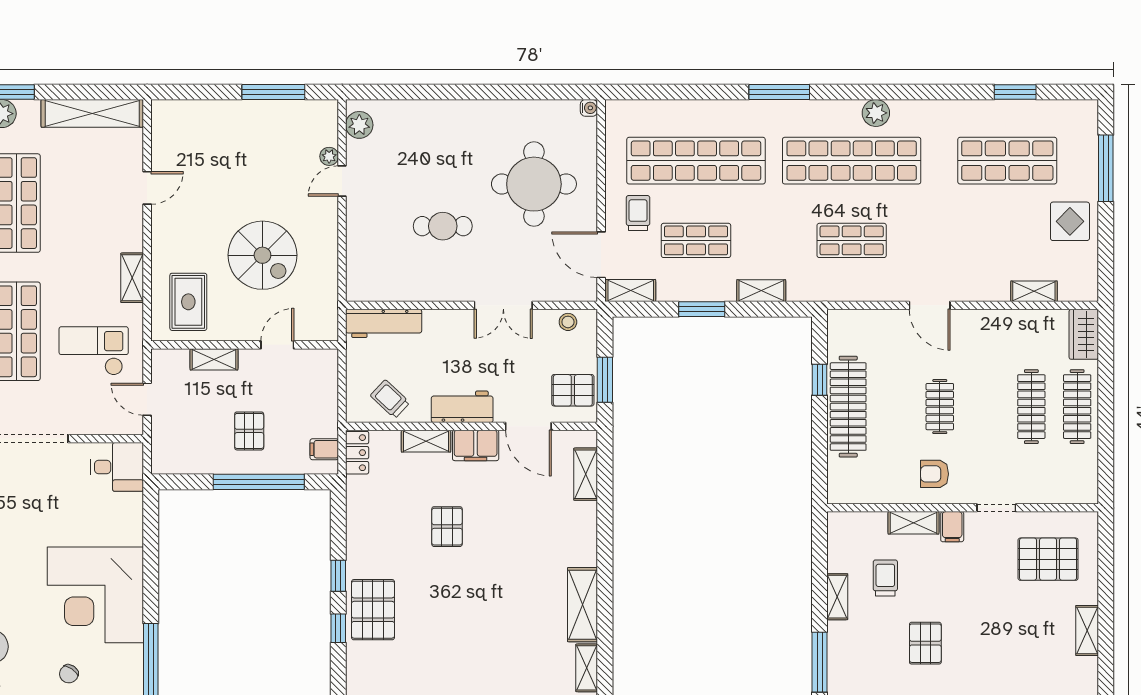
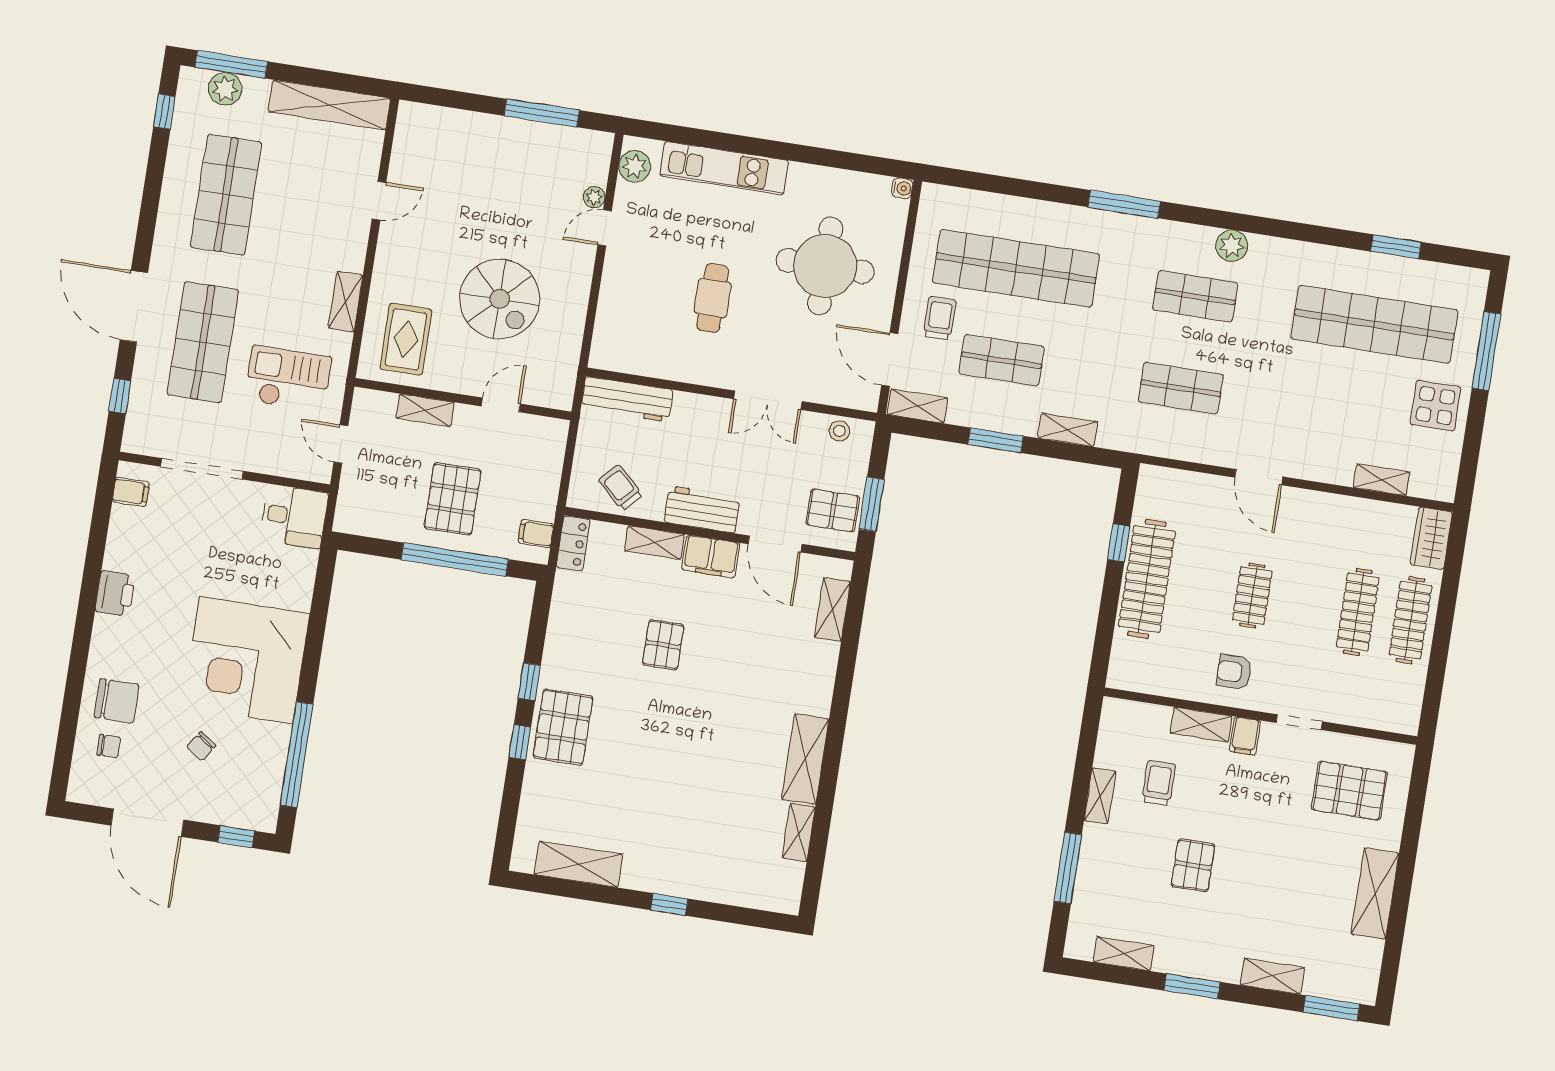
kitchen unit: (435, 115) -> (724, 168), added
shop shelf: (852, 161) -> (1195, 296), width x0.50, depth x0.74
shop shelf: (1007, 161) -> (1374, 324), width x1.40
cafe table: (443, 226) -> (713, 298), turned 90
pallet: (249, 431) -> (453, 499), width x1.50, depth x1.42
shelving: (1087, 630) -> (1375, 894), width x1.50, depth x1.33

